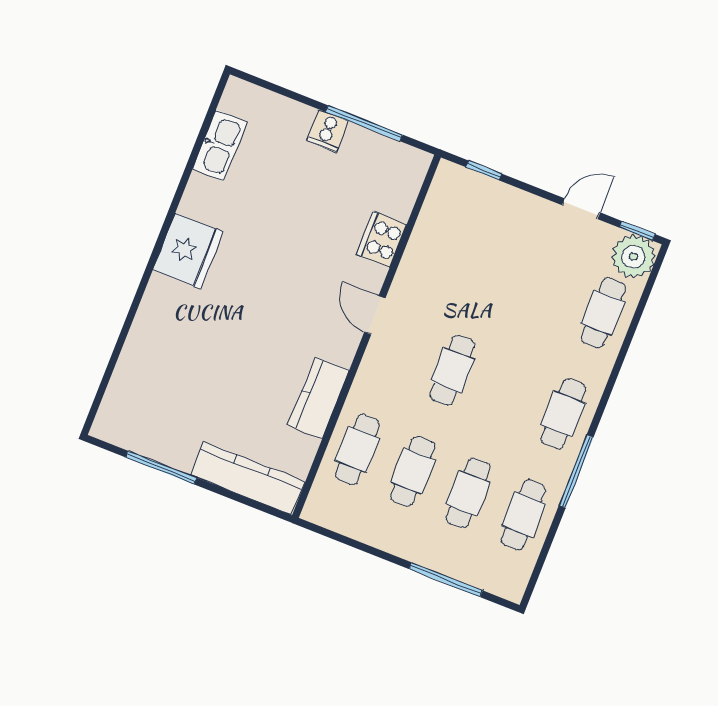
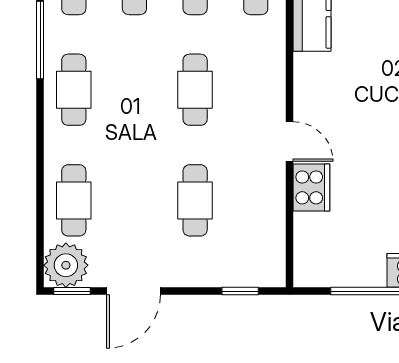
door: (581, 209) -> (133, 291), width x1.38
cafe table: (492, 269) -> (195, 200), added
door: (375, 315) -> (289, 142), moved

